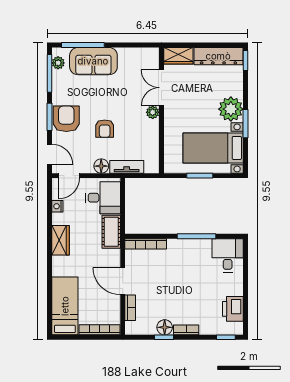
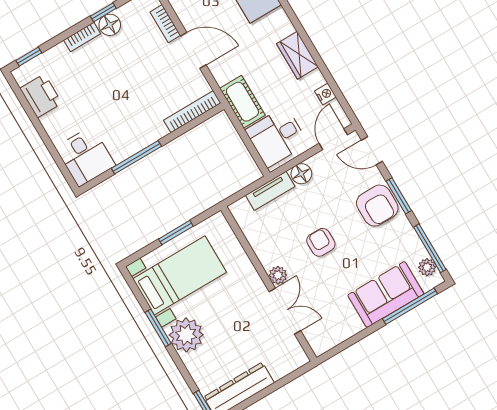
wardrobe: (178, 56) -> (287, 362), removed
armchair: (105, 129) -> (321, 242), moved

